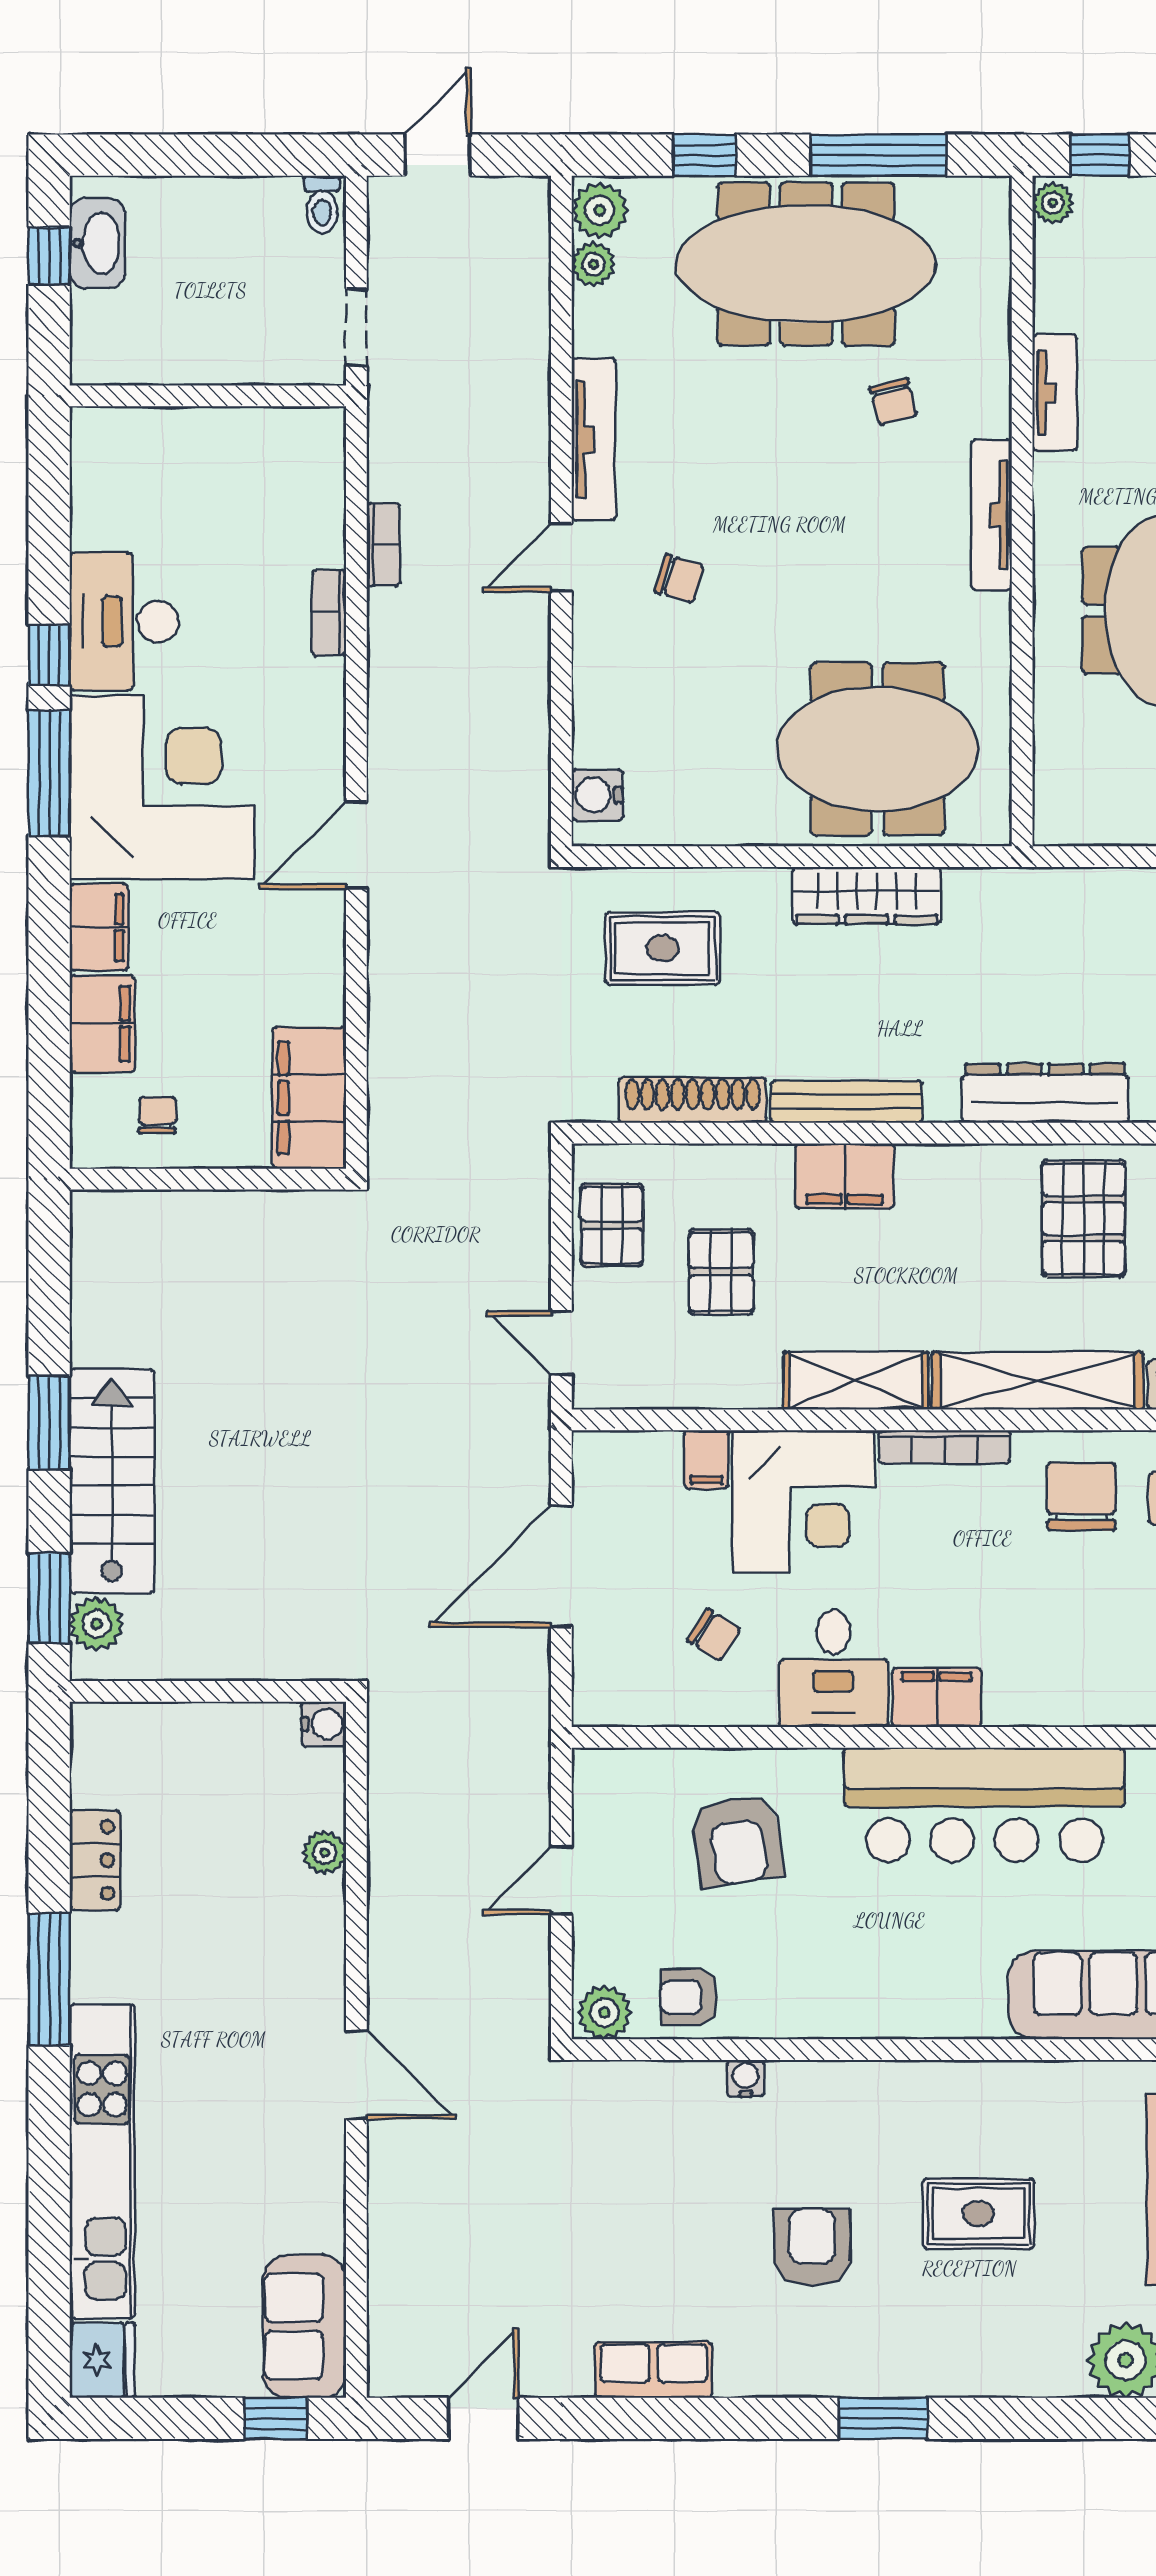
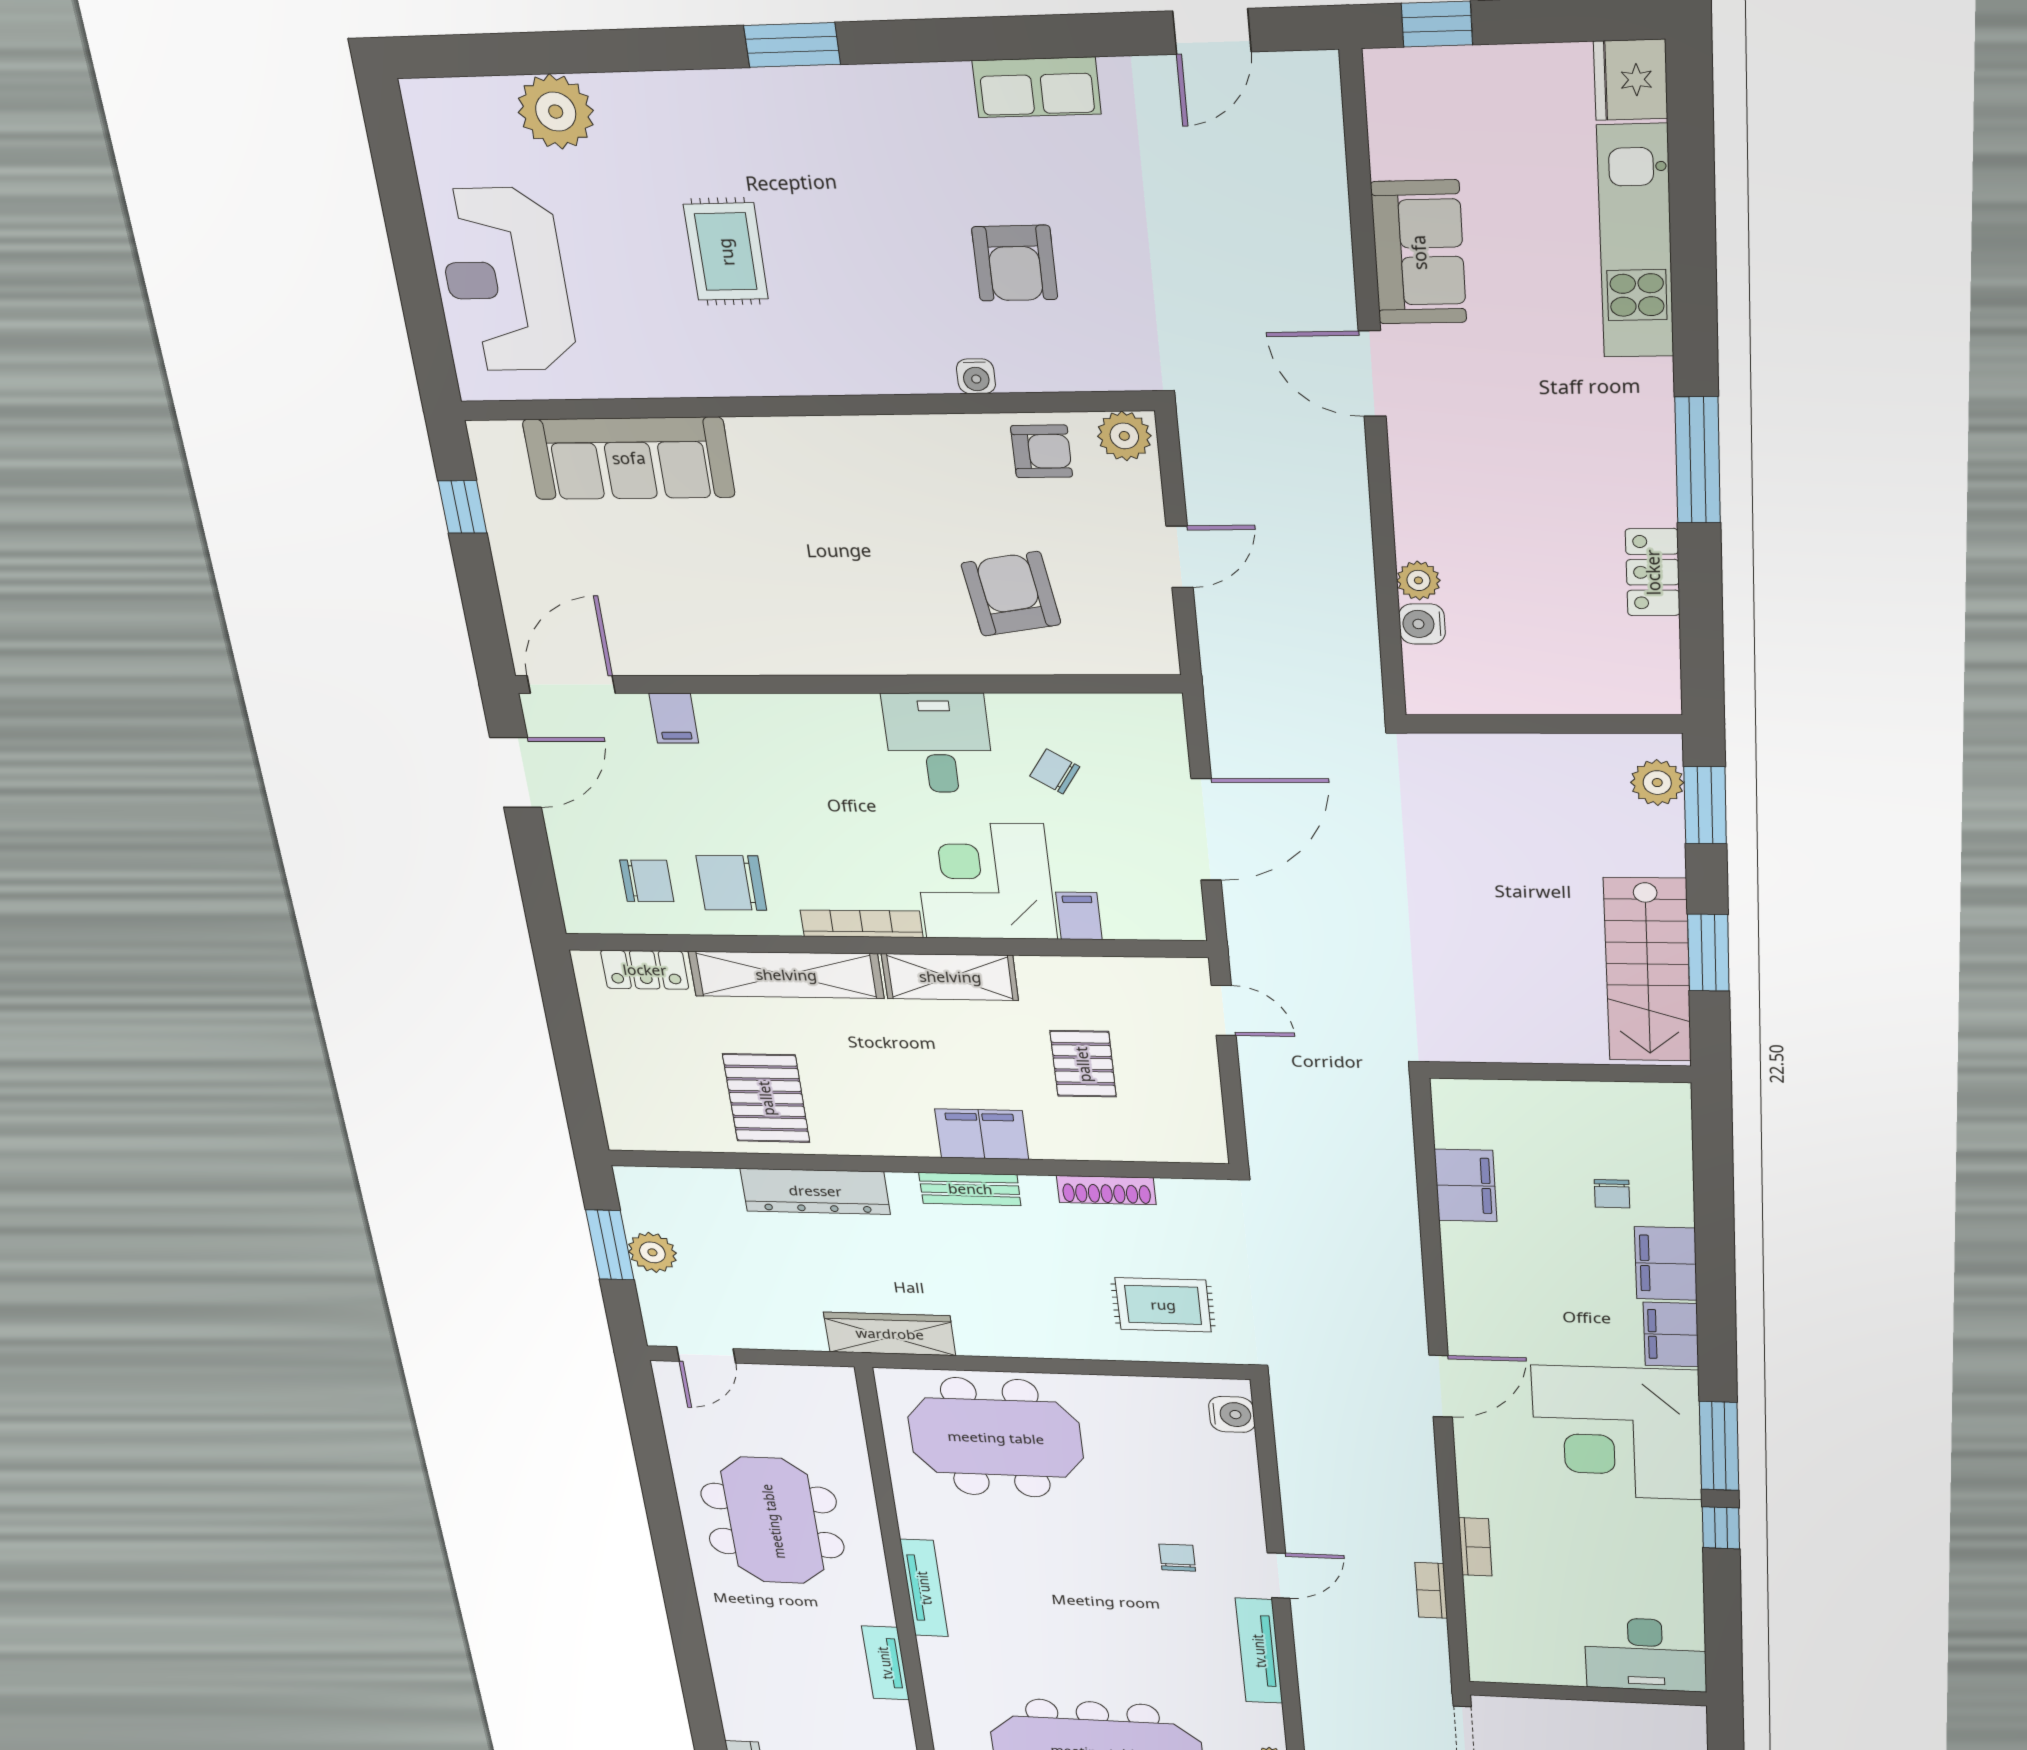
chair: (893, 402) -> (1015, 1663), removed
chair: (679, 579) -> (1177, 1558), turned 74
desk: (124, 621) -> (1645, 1654), moved, turned 90
wardrobe: (867, 896) -> (890, 1334), moved
filing cabinet: (309, 1098) -> (1466, 1185), width x0.67, depth x0.86
shoe rack: (693, 1100) -> (1106, 1190), width x0.74, depth x0.81
bench: (846, 1102) -> (970, 1189), width x0.73
wall: (208, 1179) -> (1559, 1072), moved
pallet: (612, 1225) -> (1186, 1101), removed
stairs: (112, 1481) -> (1648, 970), moved
chair: (1081, 1497) -> (731, 883), turned 90
filing cabinet: (937, 1697) -> (674, 718), moved, width x0.50
water cooler: (324, 1724) -> (1422, 624), moved
bar counter: (984, 1805) -> (779, 626), removed
kitchen unit: (102, 2161) -> (1635, 242), width x0.73
rug: (979, 2214) -> (726, 252), turned 90
armchair: (812, 2247) -> (1015, 263), moved
sofa: (305, 2326) -> (1419, 252), moved

